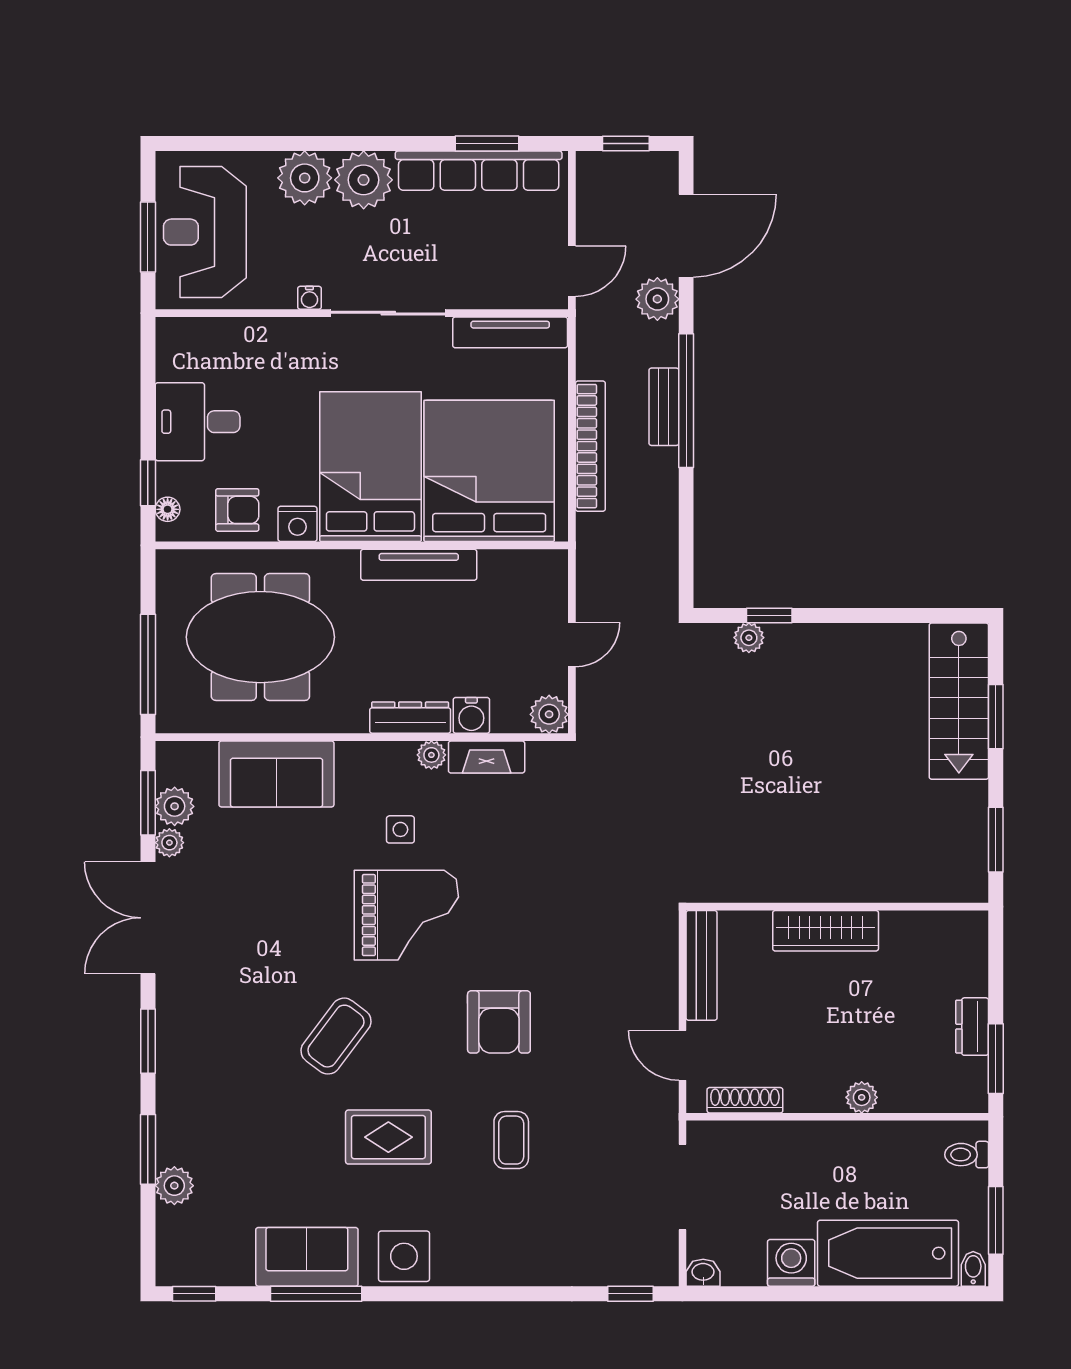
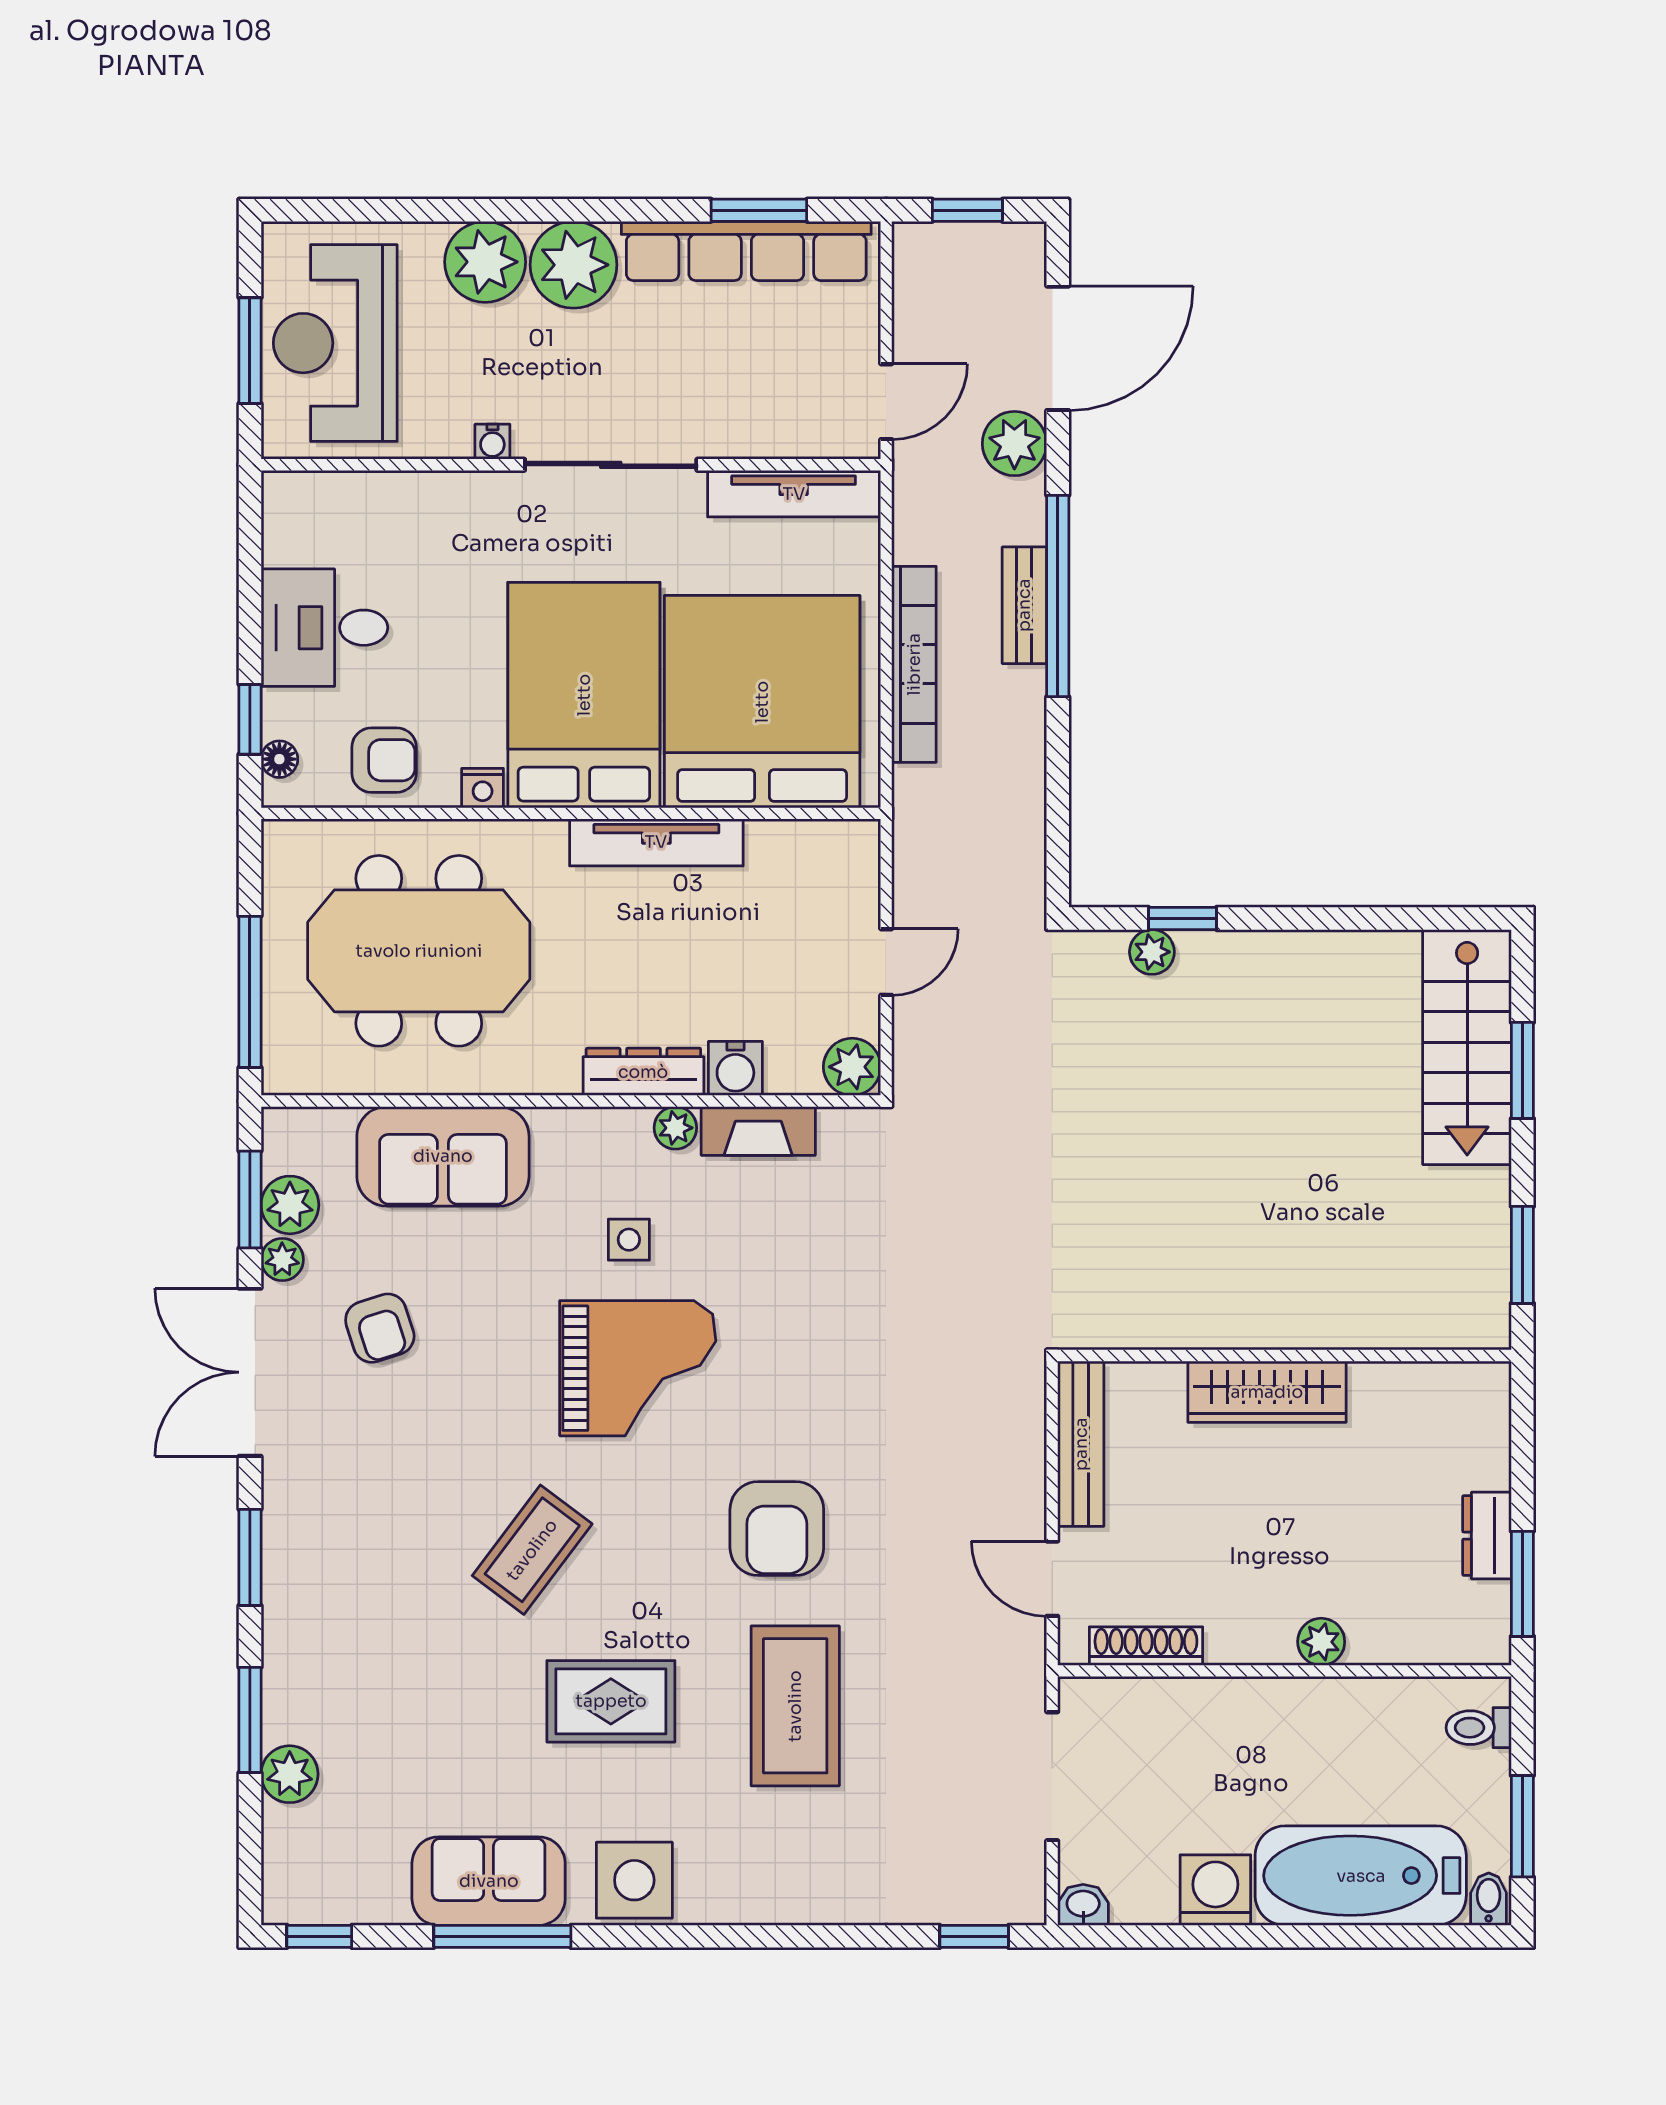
nightstand: (297, 524) -> (483, 788), width x0.72, depth x0.74
armchair: (234, 888) -> (380, 1328), added
coffee table: (511, 1140) -> (795, 1706), width x1.86, depth x1.72

